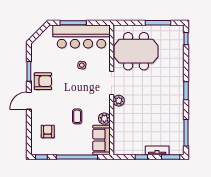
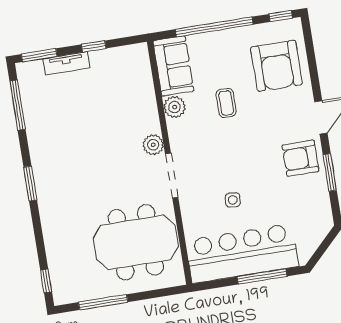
armchair: (48, 131) -> (277, 66), width x1.88, depth x1.88

